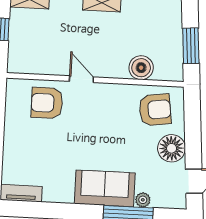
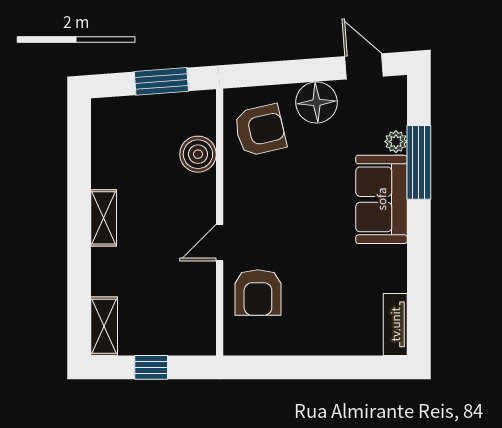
armchair: (155, 110) -> (260, 130), turned 85

